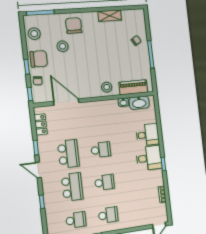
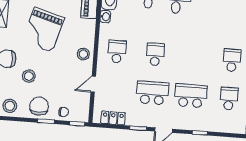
grand piano: (103, 52) -> (43, 30), added
stool: (107, 87) -> (83, 54), moved
door: (66, 102) -> (93, 84), width x0.53
school desk: (104, 182) -> (117, 52), moved

